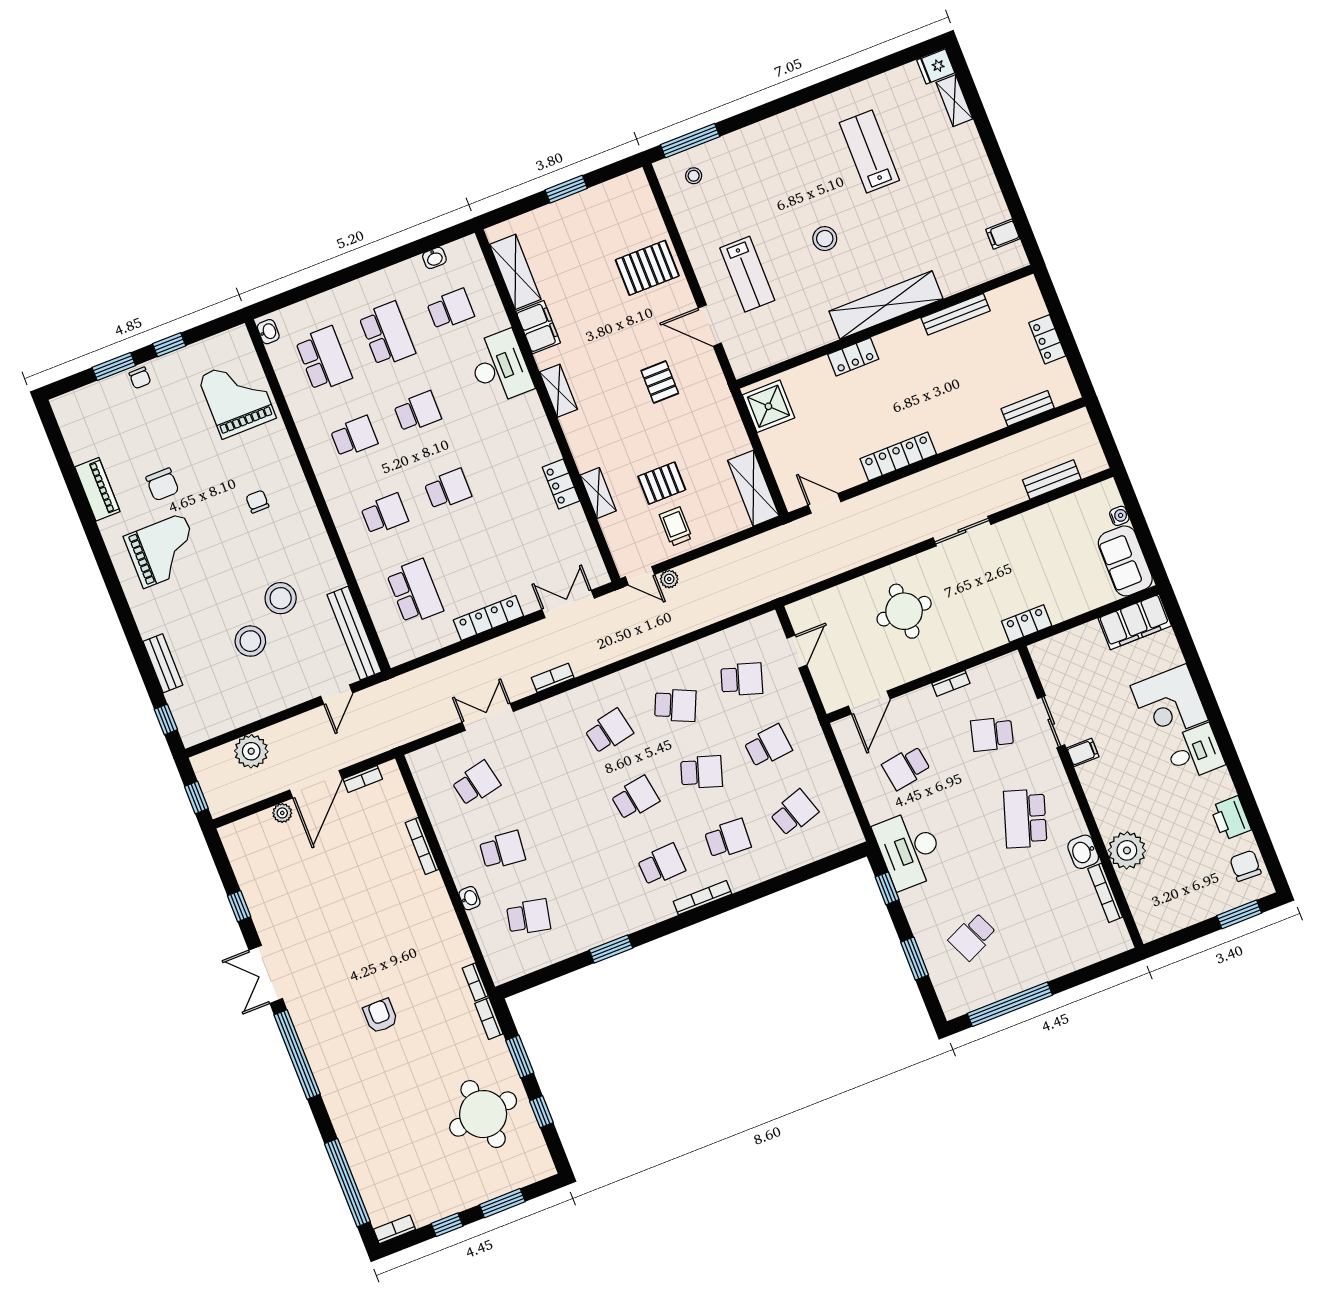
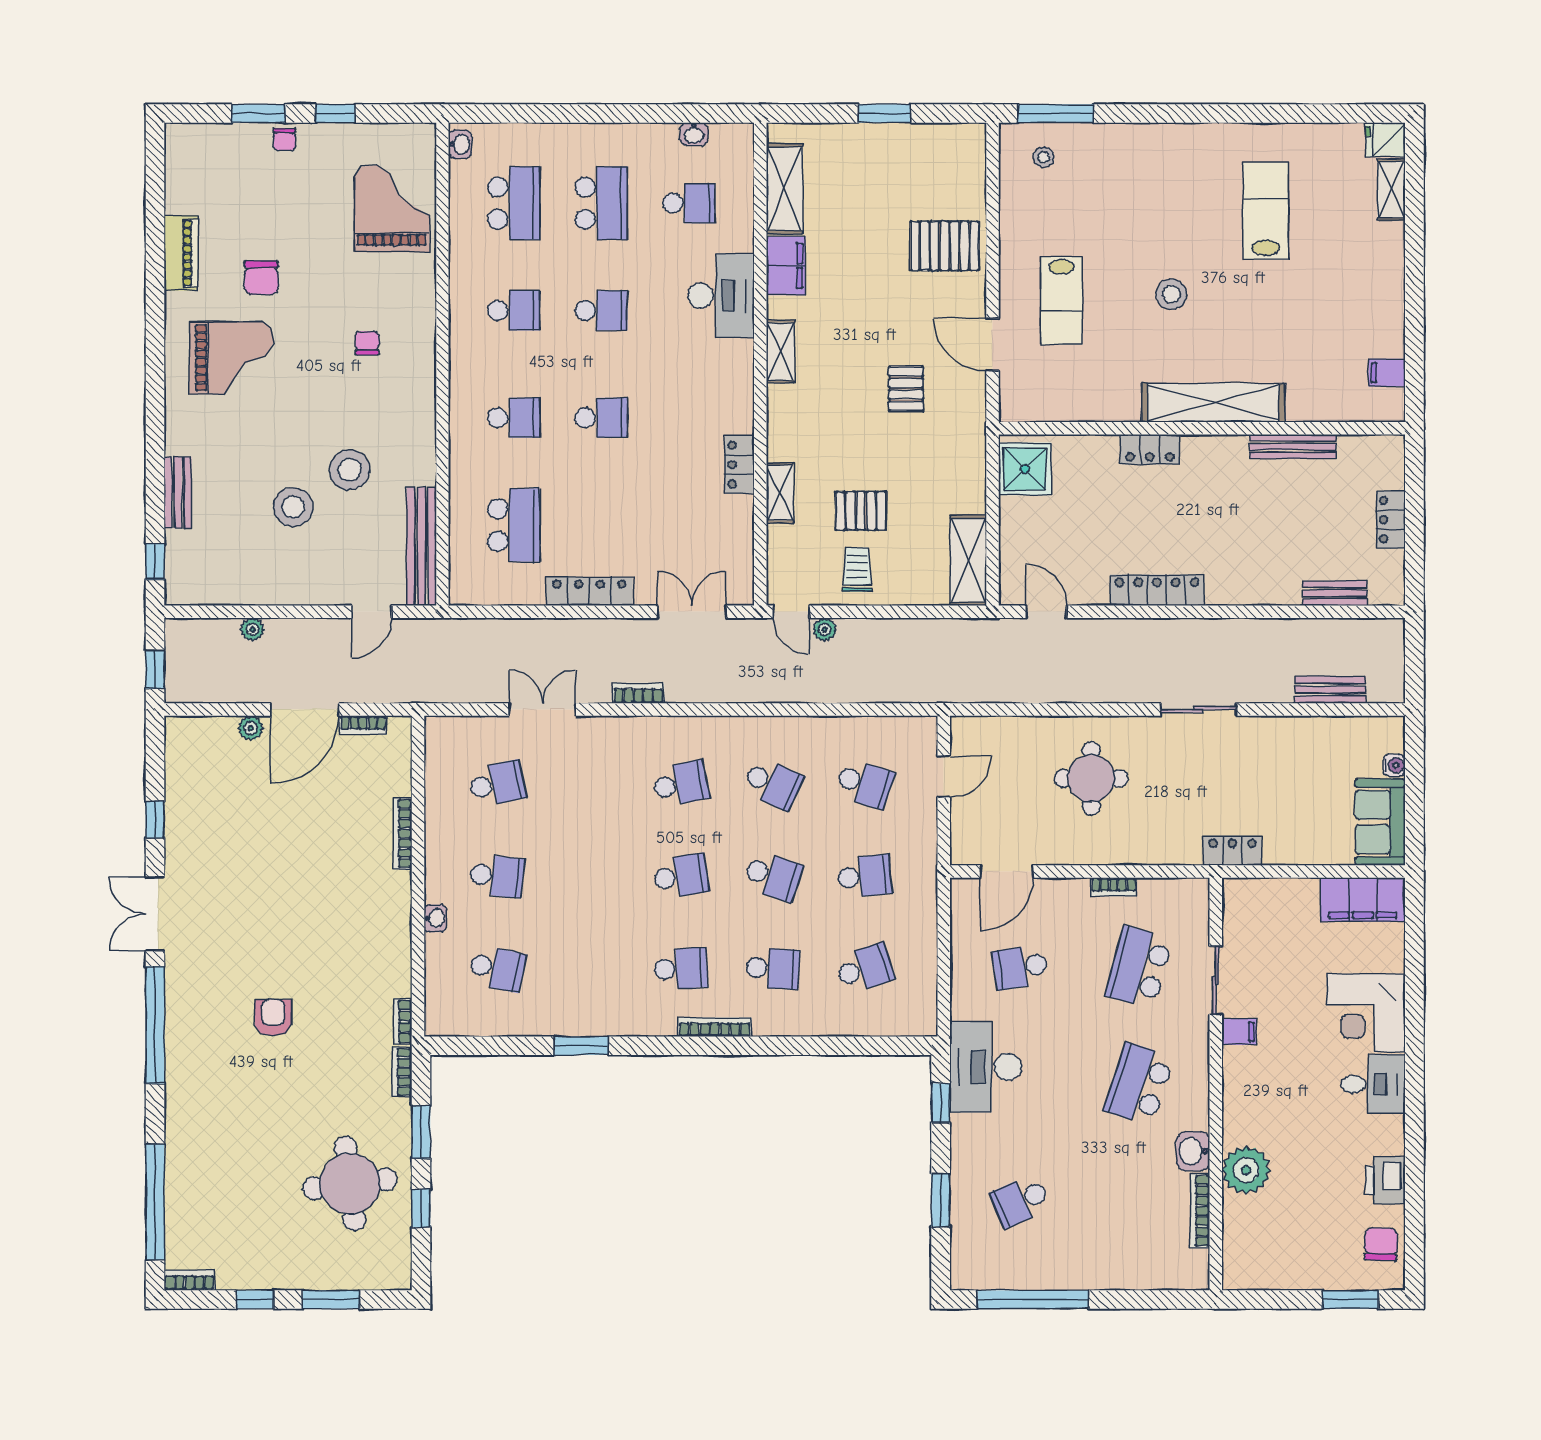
school desk: (992, 734) -> (1139, 967), width x1.85
plant: (251, 751) -> (253, 629), width x0.53, depth x0.53

